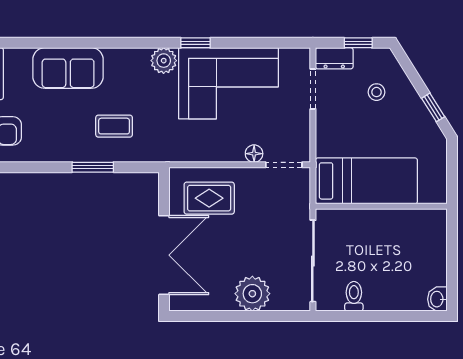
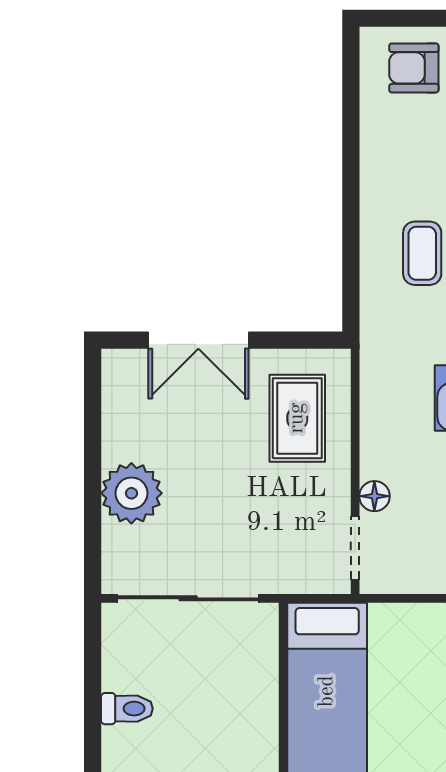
window: (93, 167) -> (351, 216), removed
double door: (164, 255) -> (198, 340), width x0.73
toilet: (354, 296) -> (127, 709), moved

